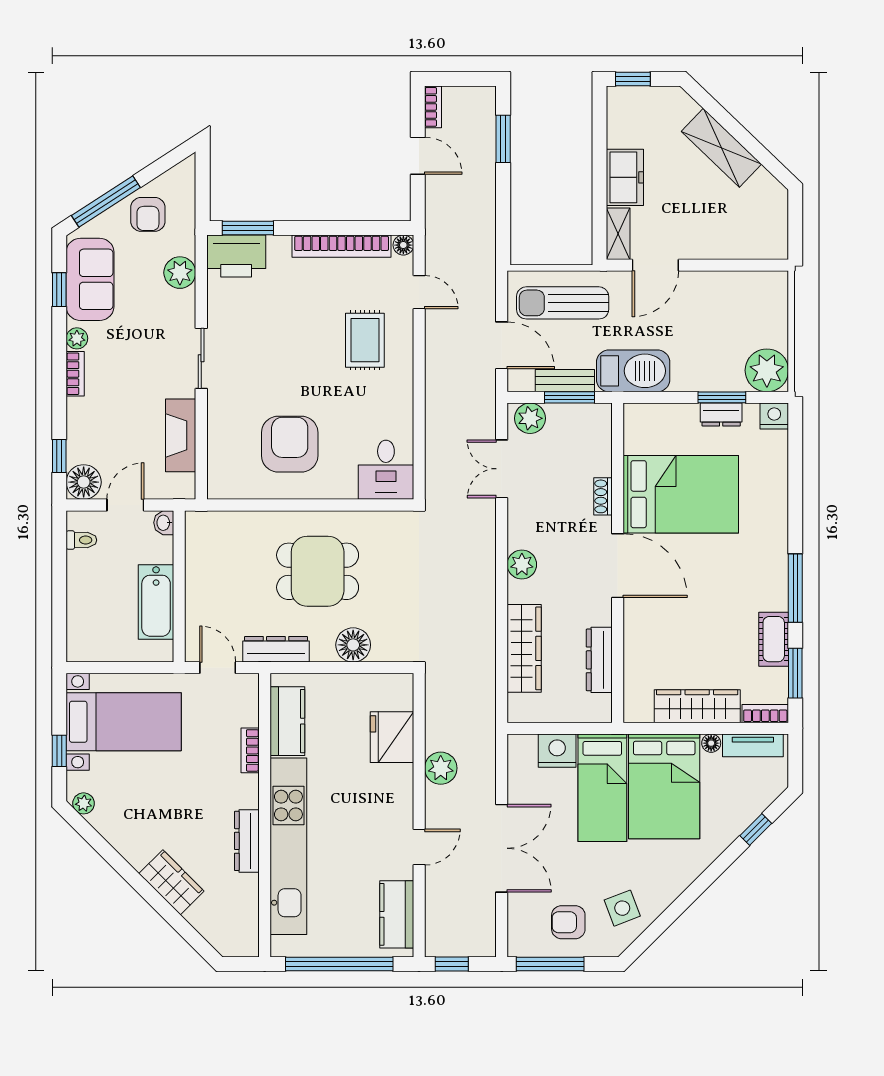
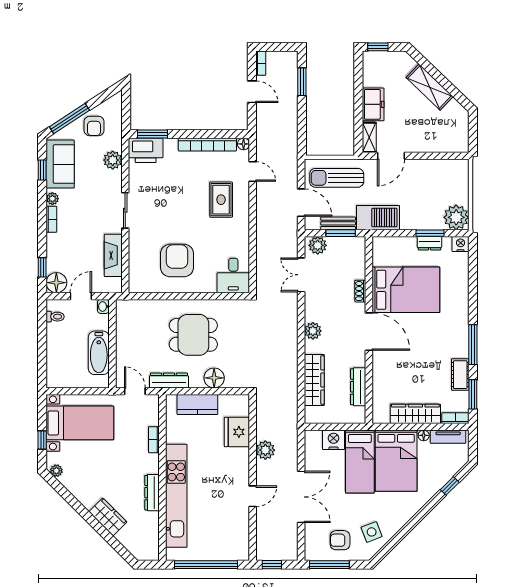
kitchen counter: (287, 721) -> (197, 405), moved, turned 90
kitchen counter: (397, 914) -> (240, 536), removed

